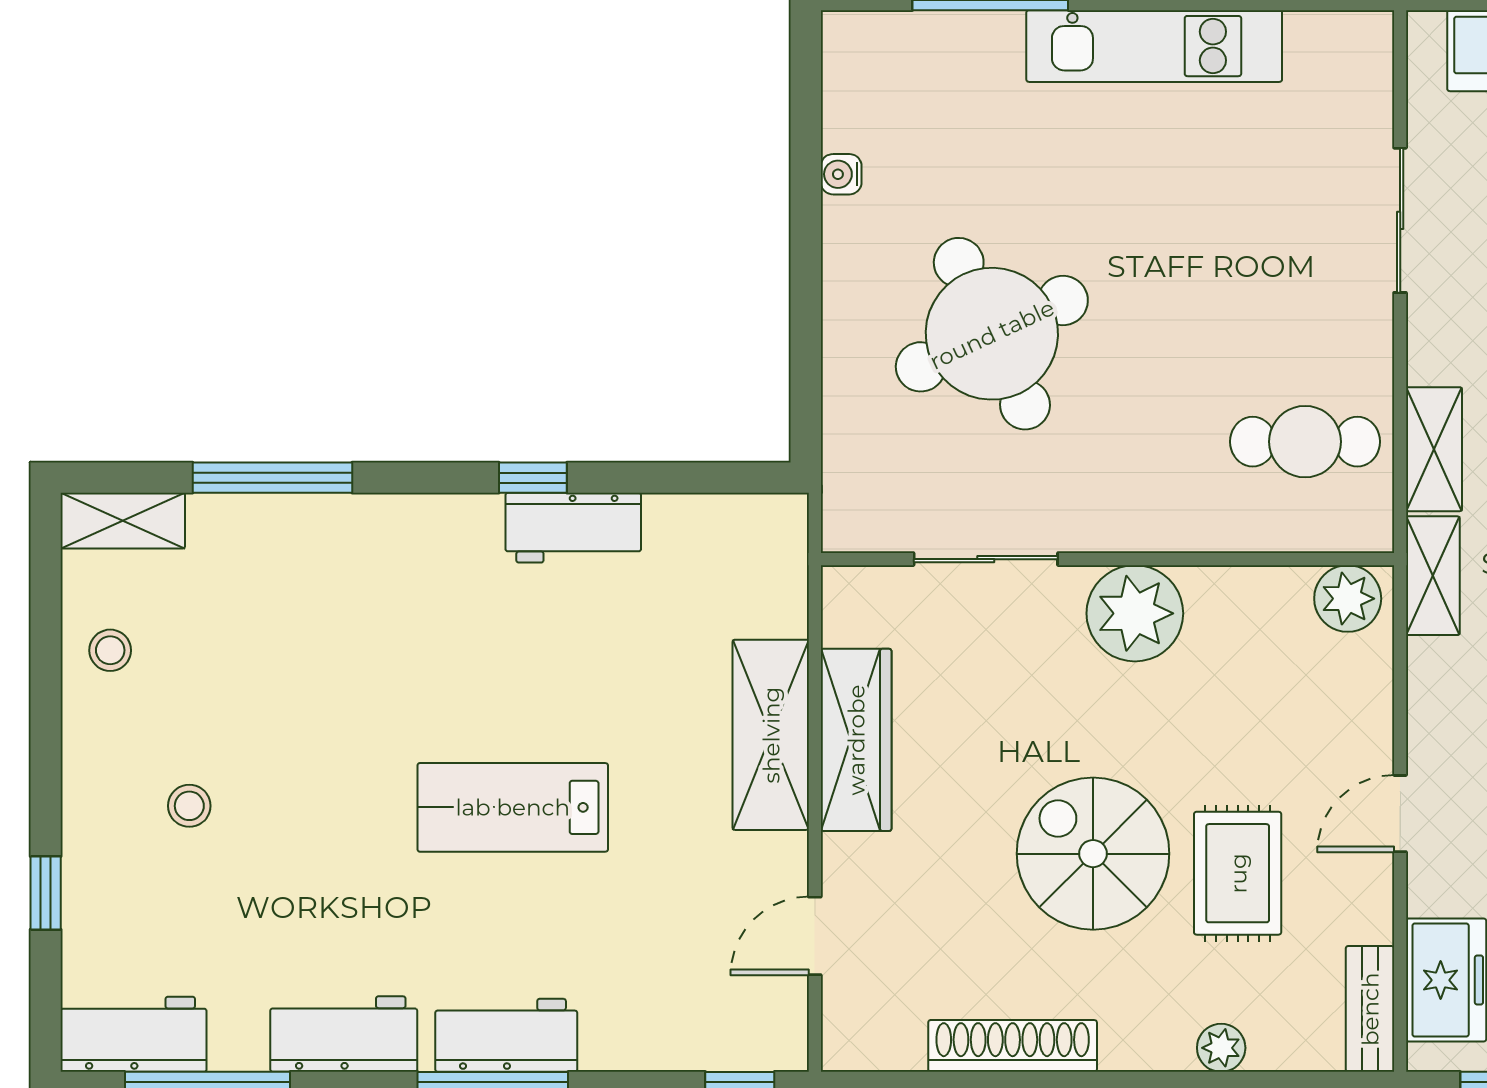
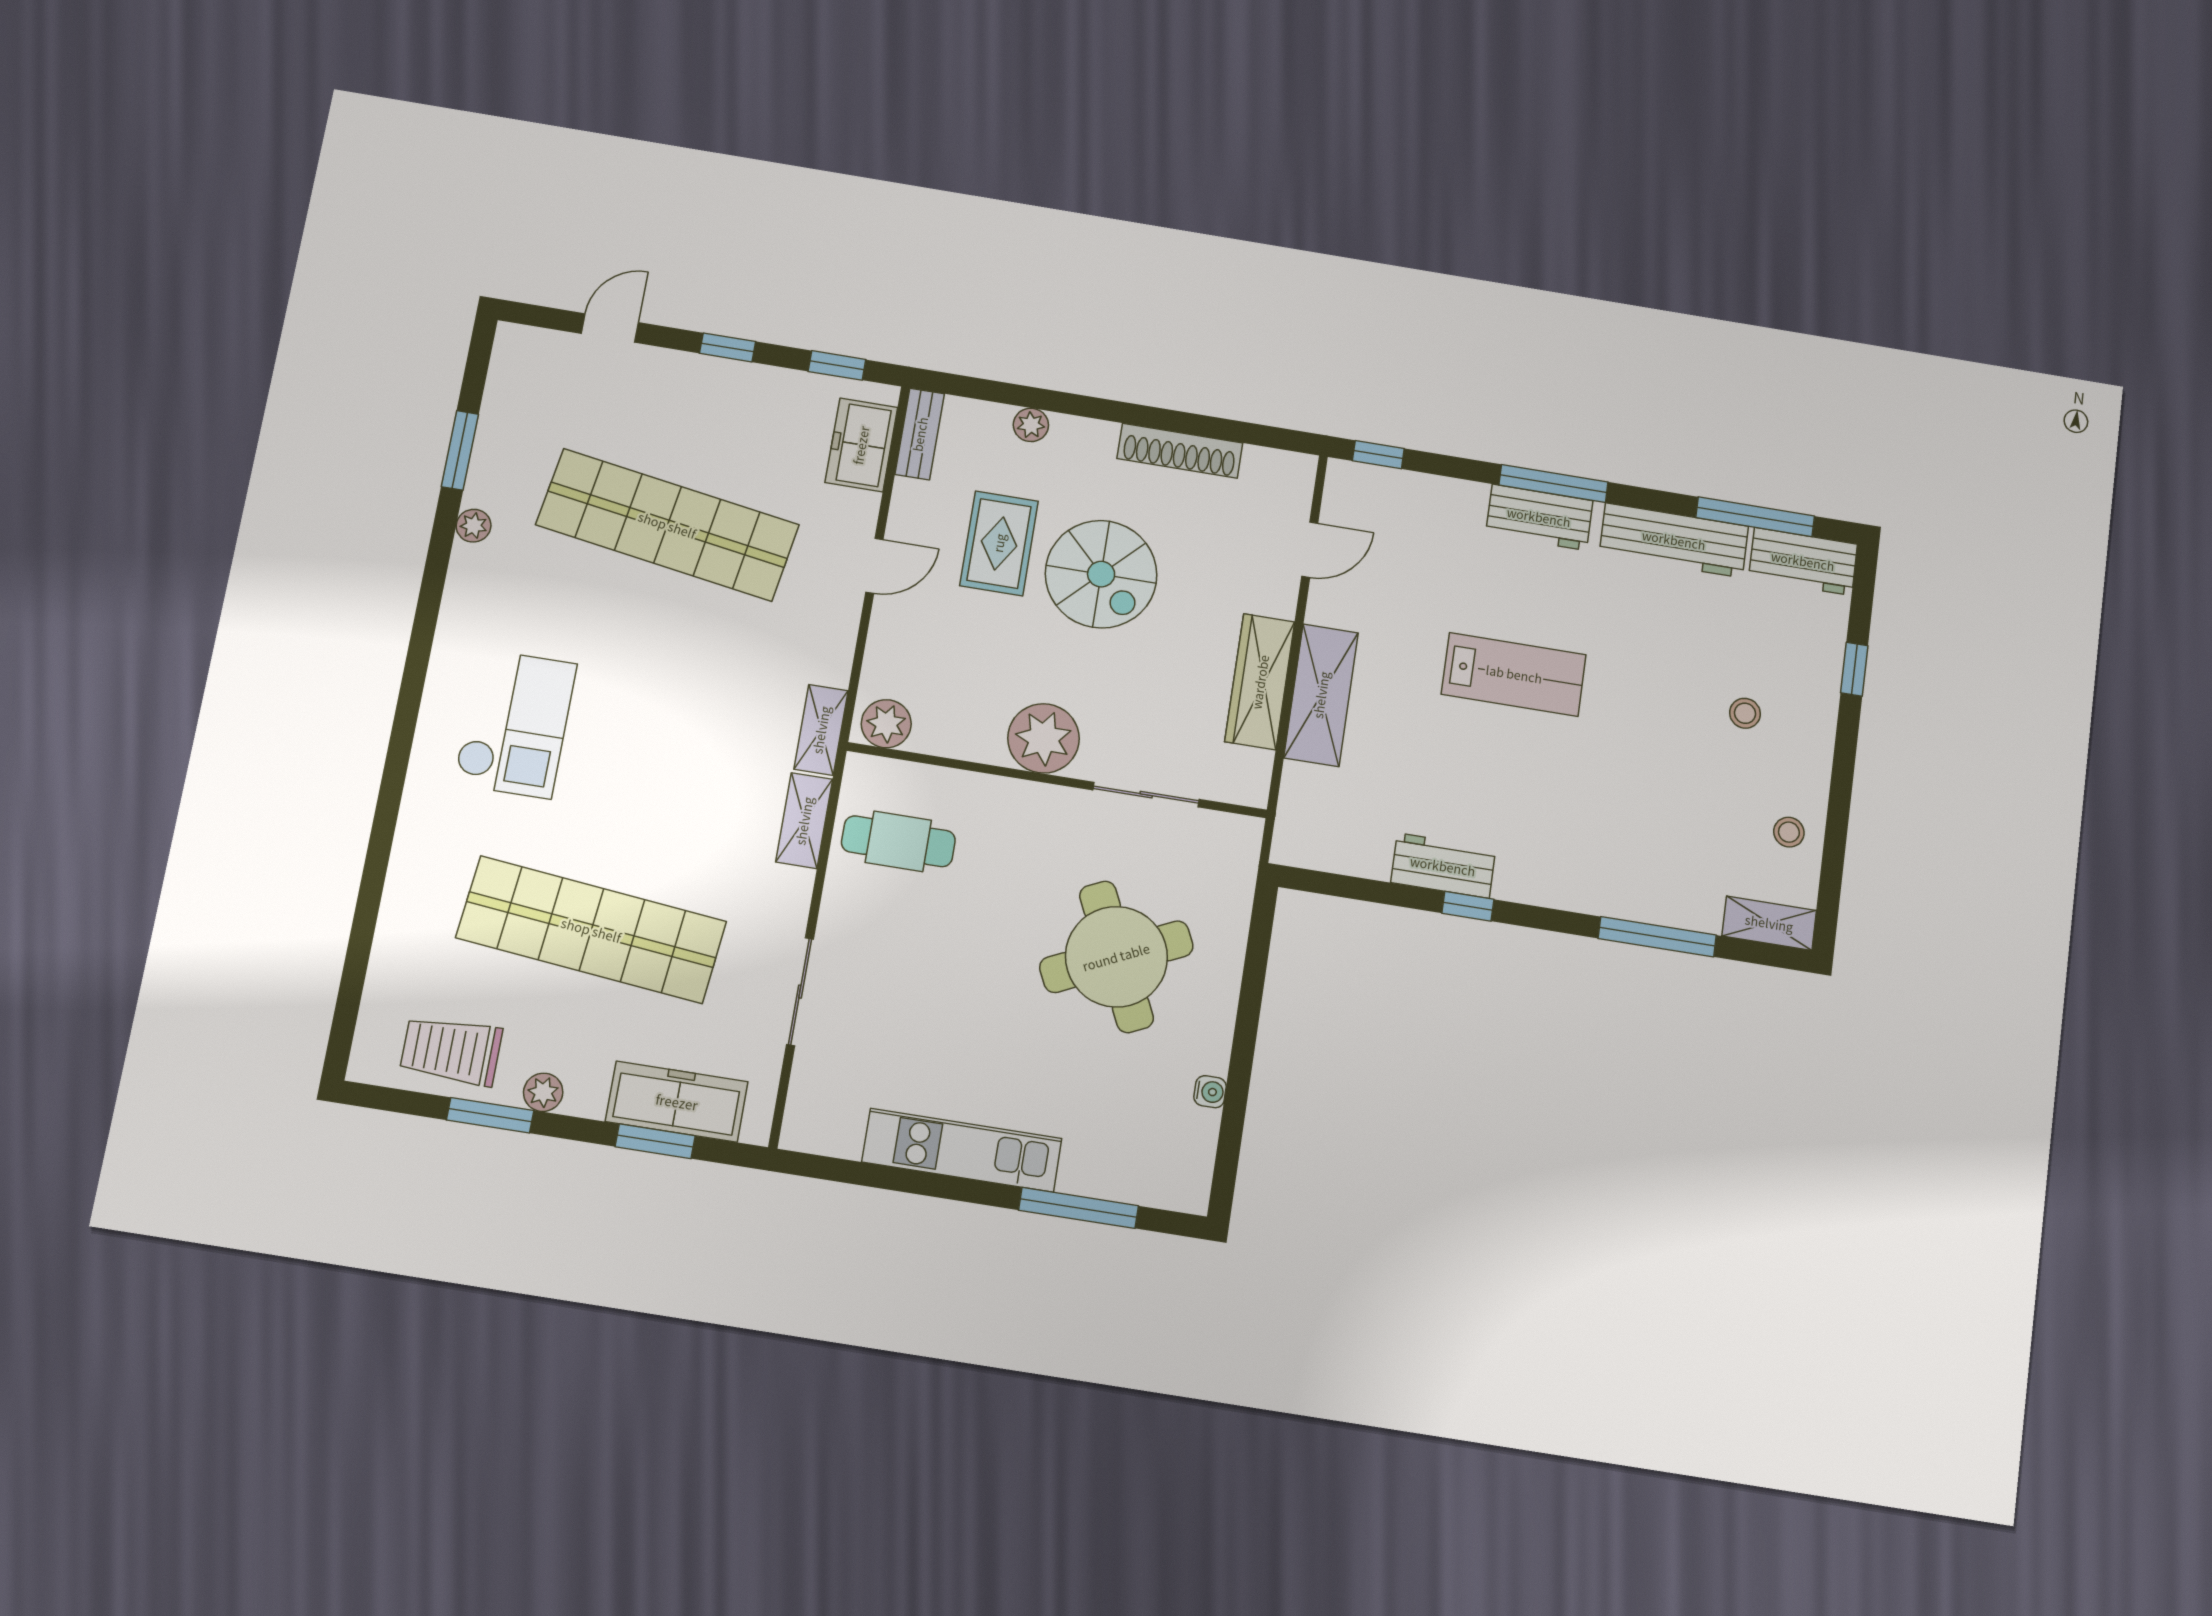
workbench: (344, 1034) -> (1674, 540), width x1.38

